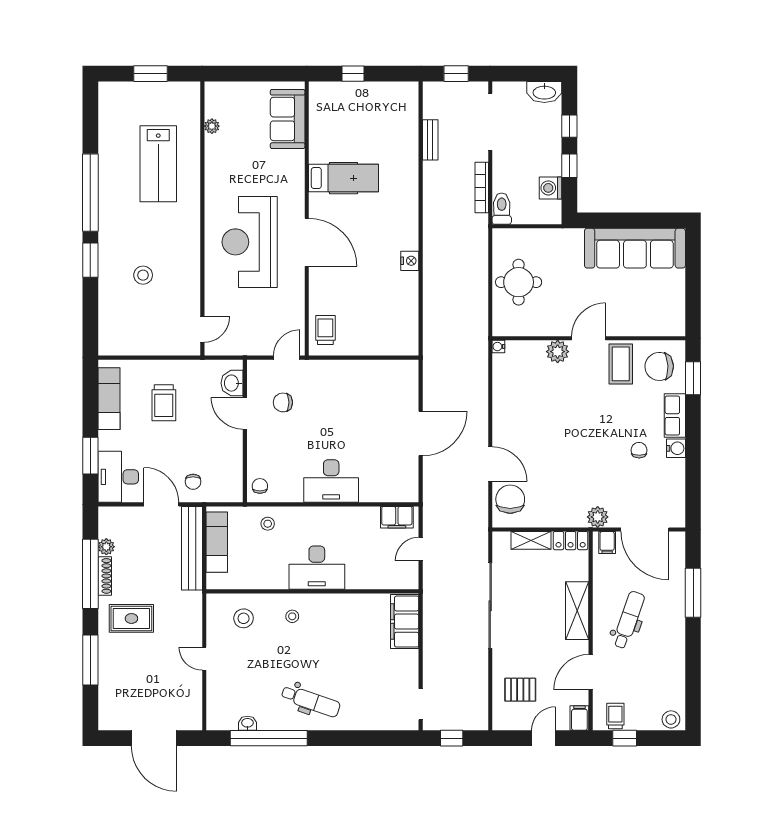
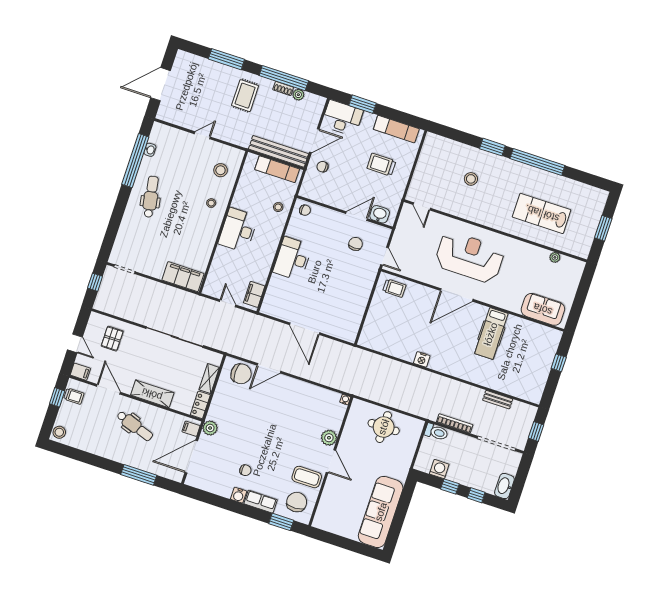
shoe rack: (105, 576) -> (283, 88), width x0.70
dental chair: (311, 701) -> (151, 197), turned 151

